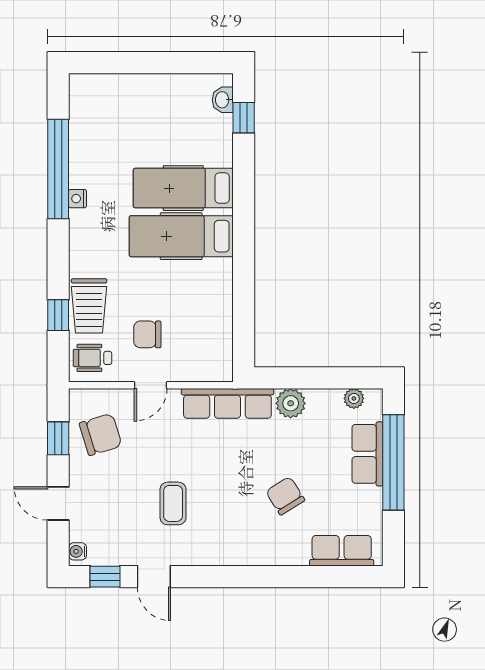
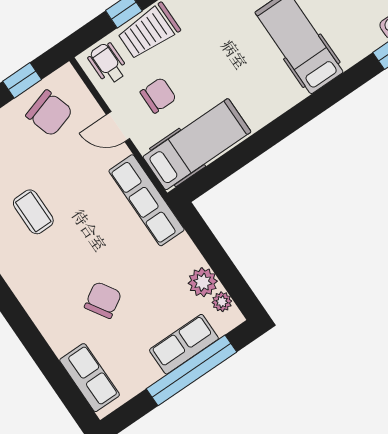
hospital bed: (181, 236) -> (197, 144), moved, turned 90
chair: (147, 334) -> (158, 95), turned 90
plant: (291, 403) -> (203, 282), moved
coffee table: (173, 503) -> (33, 212), turned 90

